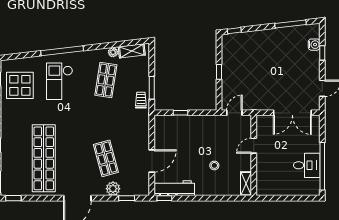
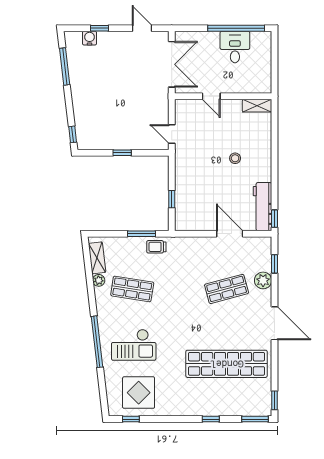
door: (254, 146) -> (211, 96), moved
wall: (254, 155) -> (223, 96), moved
shelving: (246, 184) -> (257, 106), moved

